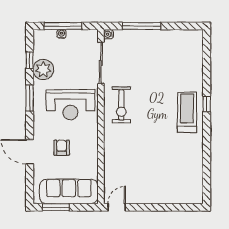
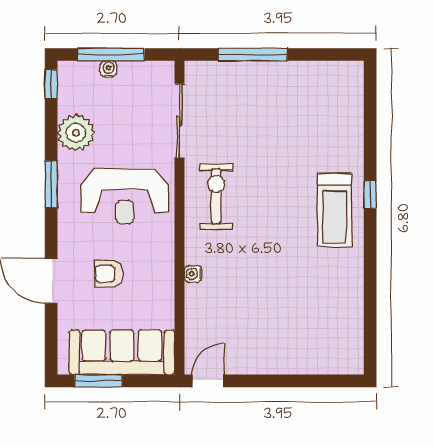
water cooler: (108, 34) -> (193, 274), moved
window: (30, 60) -> (51, 84), moved
exercise bike: (121, 105) -> (216, 196), turned 180
treadmill: (187, 112) -> (335, 210), turned 180
armchair: (62, 148) -> (109, 274), turned -90

